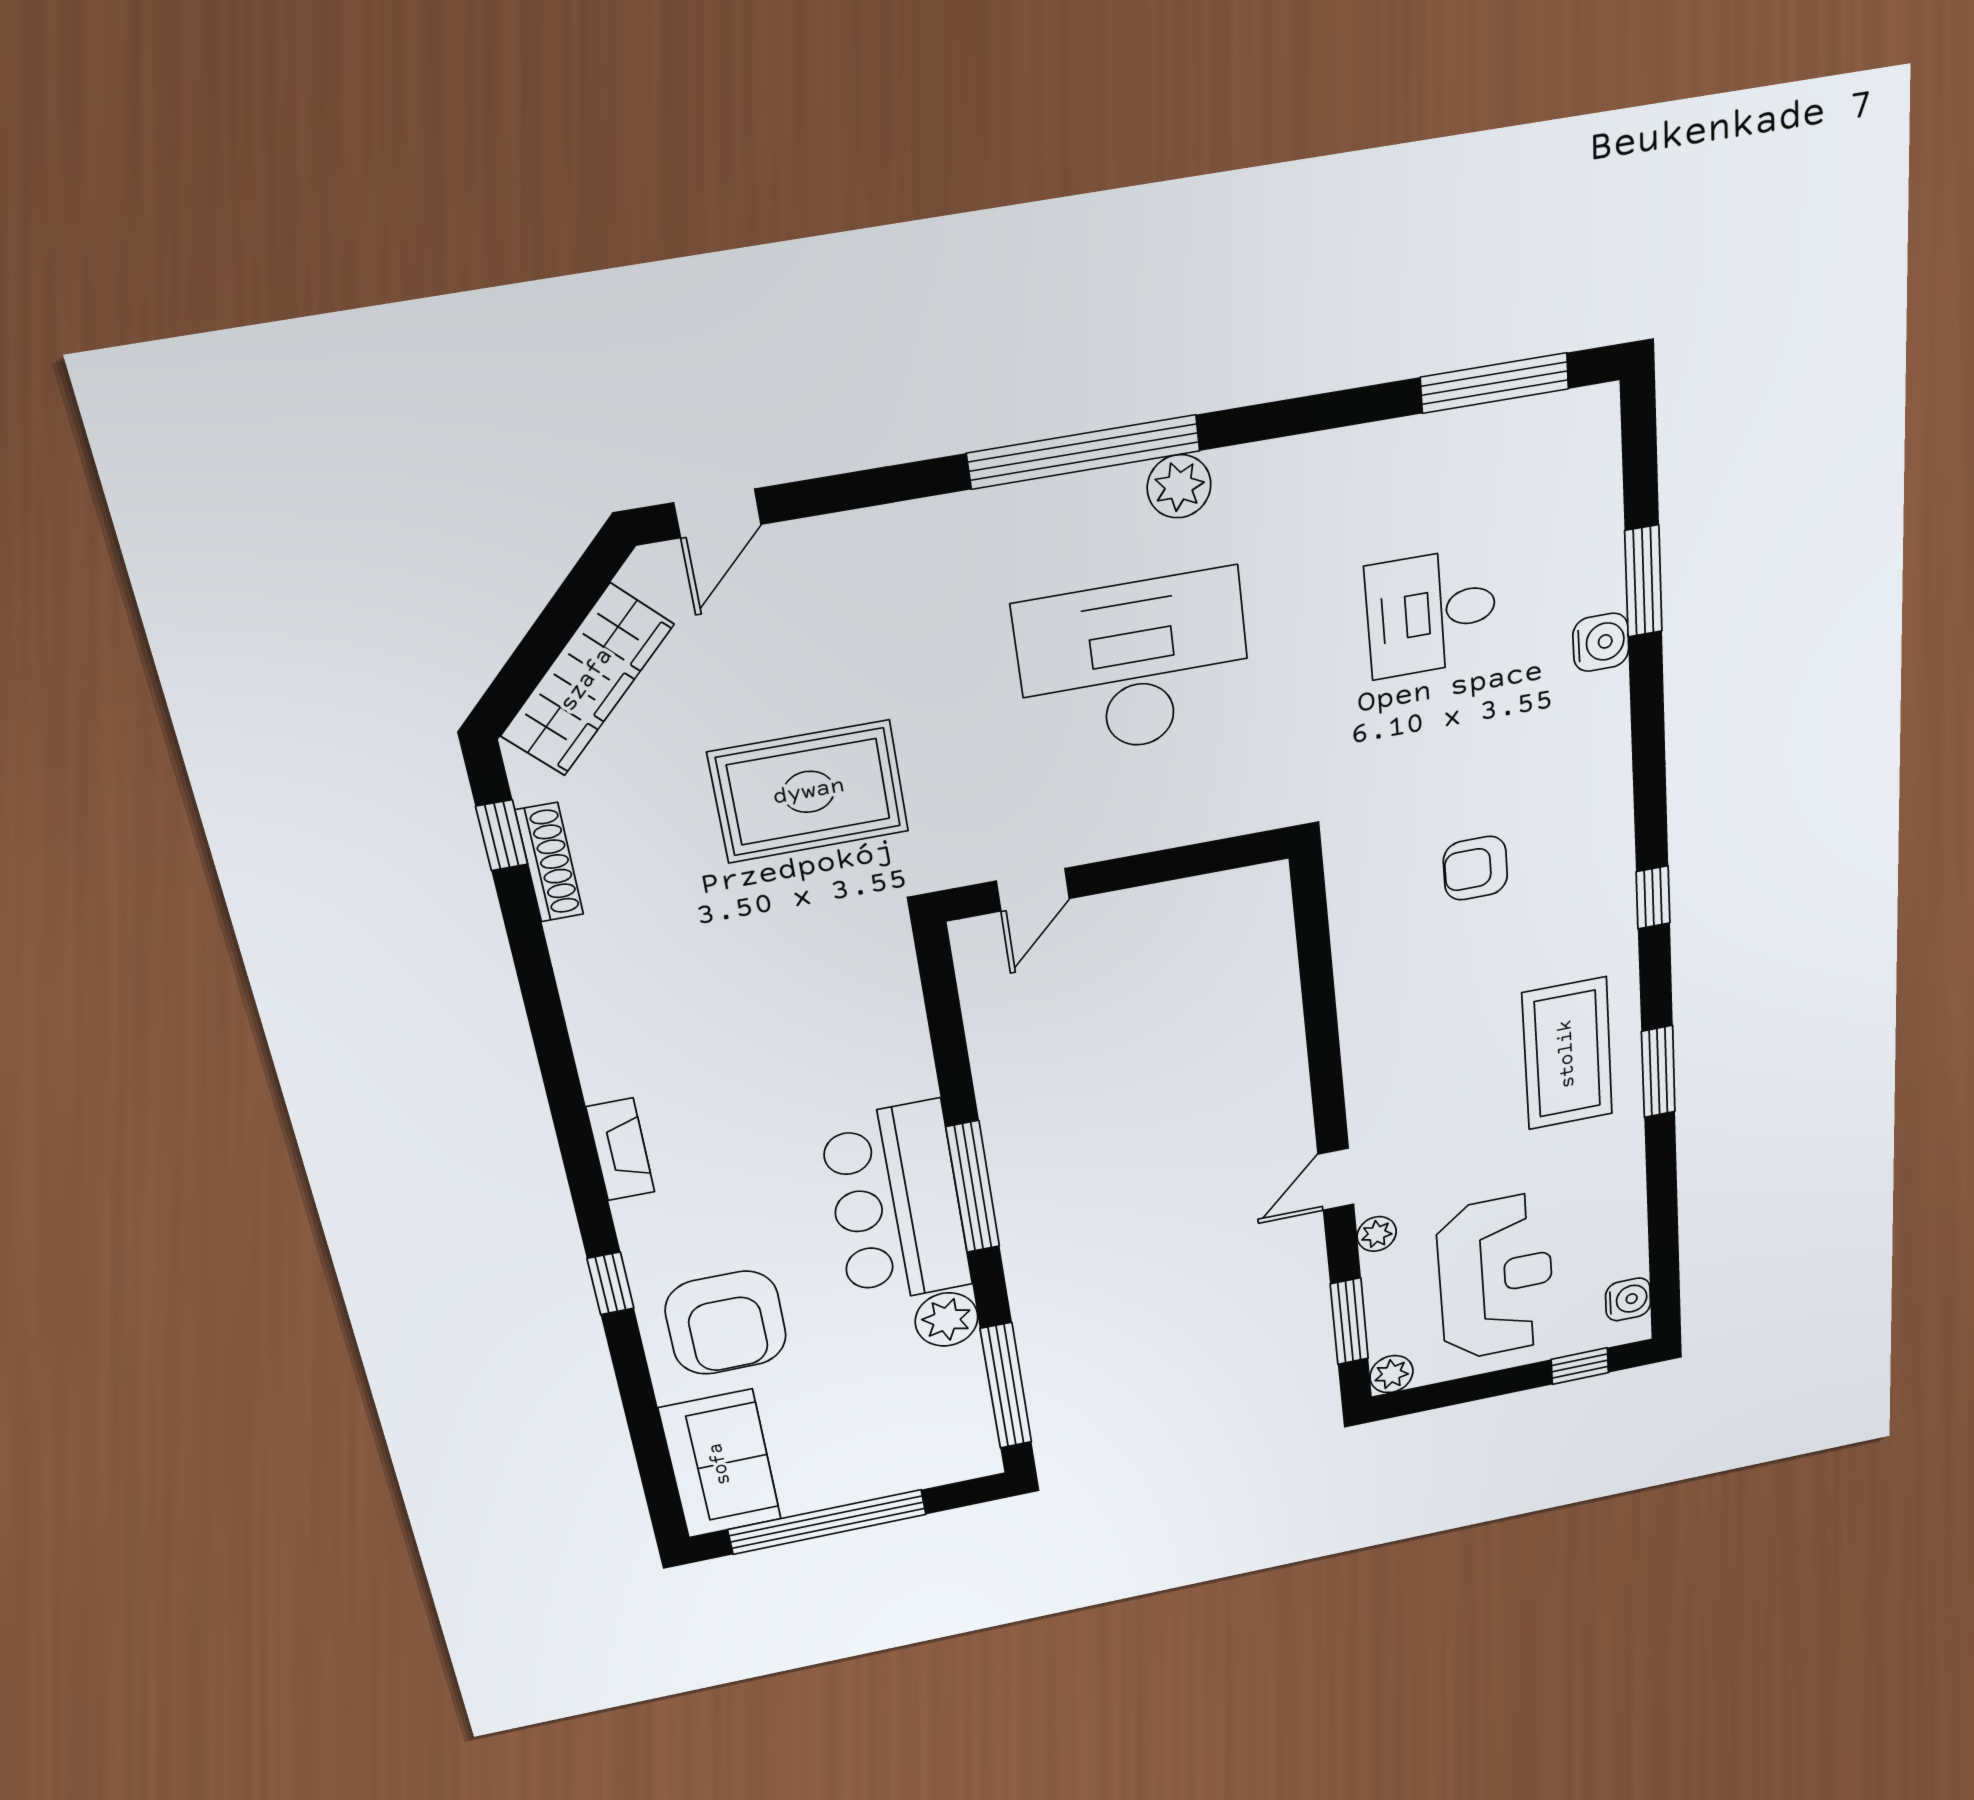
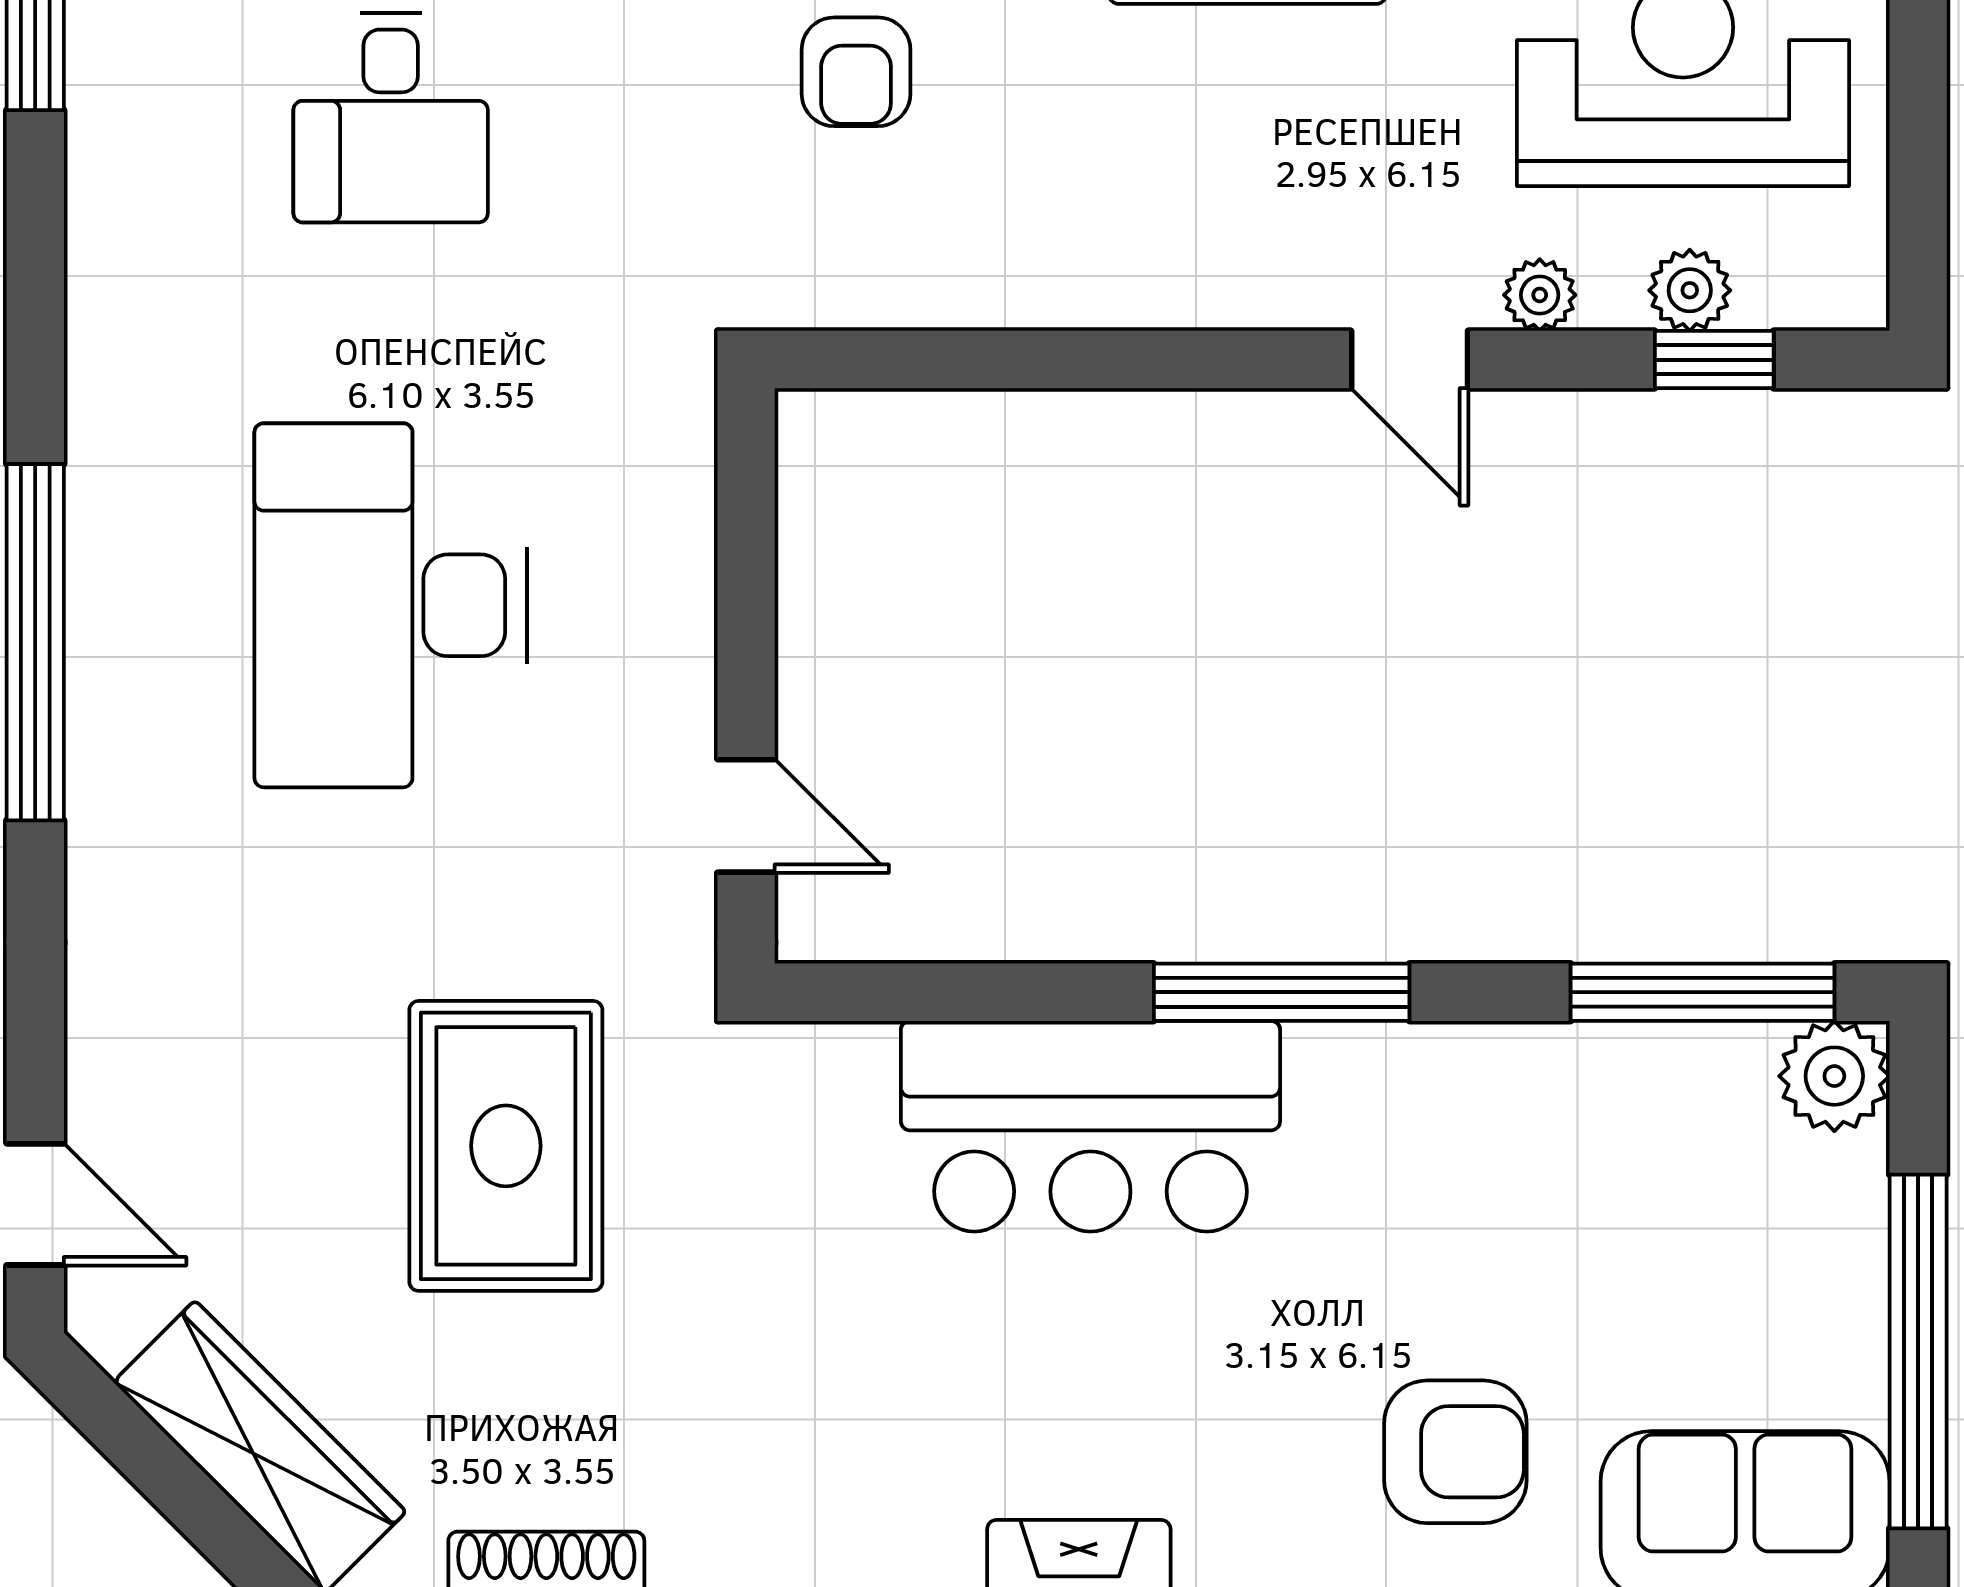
plant: (1179, 486) -> (114, 502), removed
bar counter: (896, 1204) -> (1090, 1126), moved
plant: (947, 1319) -> (1834, 1076), moved
window: (1349, 1321) -> (1714, 360), width x0.67
armchair: (726, 1323) -> (1455, 1452), width x0.73, depth x0.73
plant: (1391, 1374) -> (1690, 290), moved

